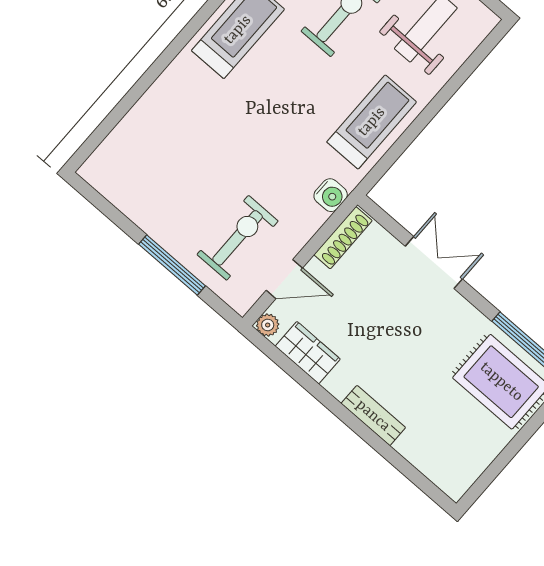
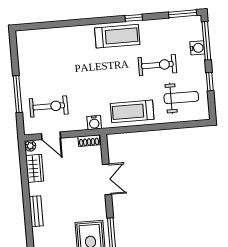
treadmill: (372, 122) -> (132, 111), turned 180
shoe rack: (343, 238) -> (89, 141), width x0.70

